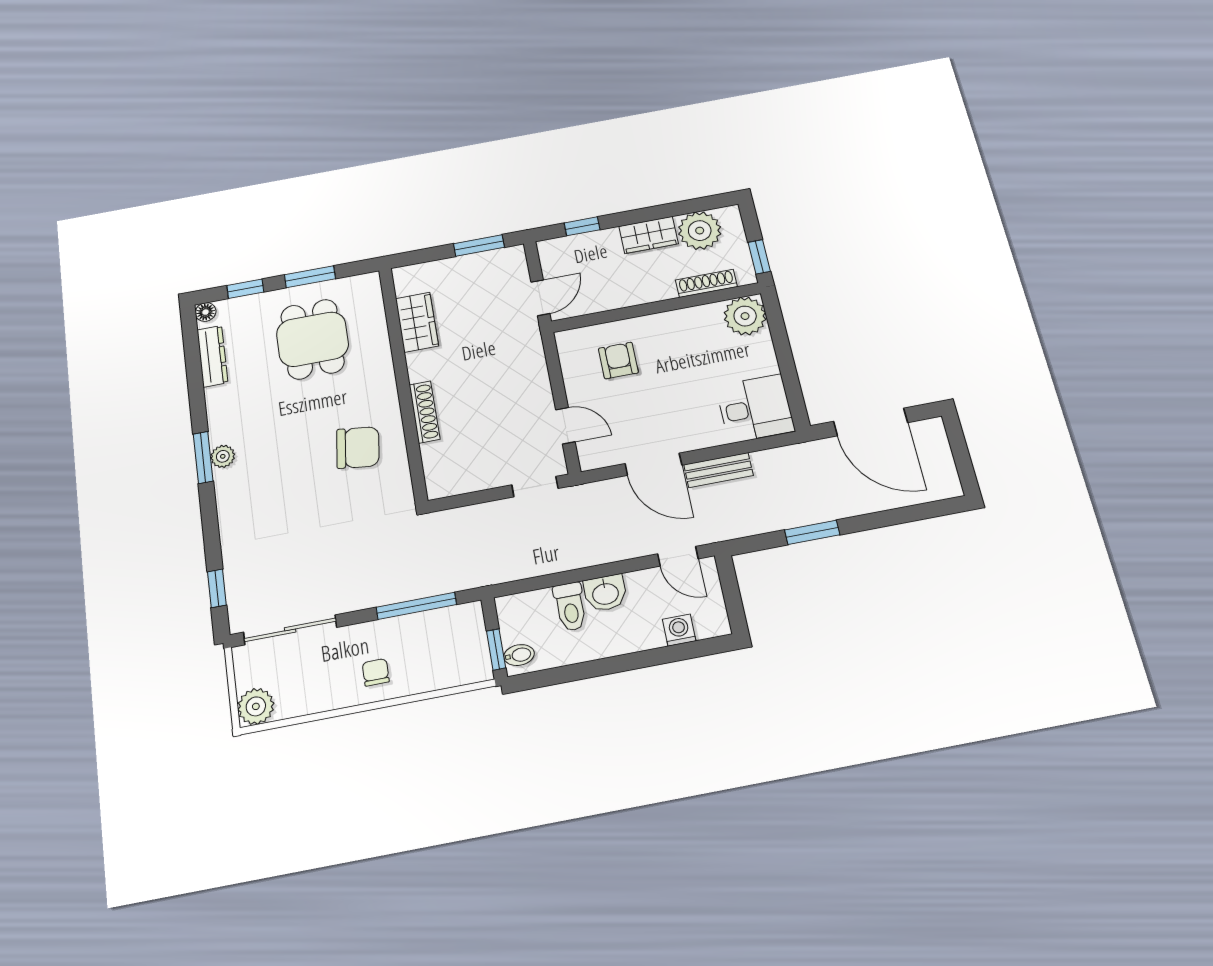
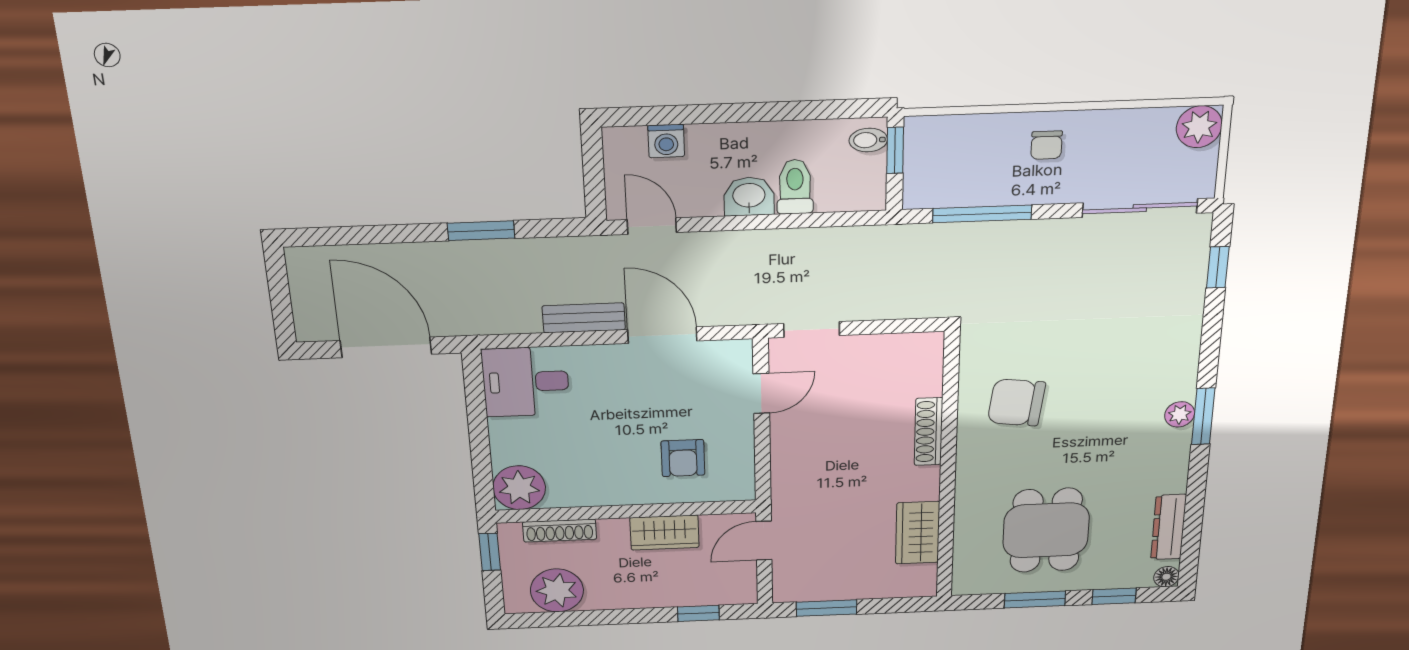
wardrobe: (649, 235) -> (664, 533), moved, turned 180
door: (565, 426) -> (761, 393), swing flipped

